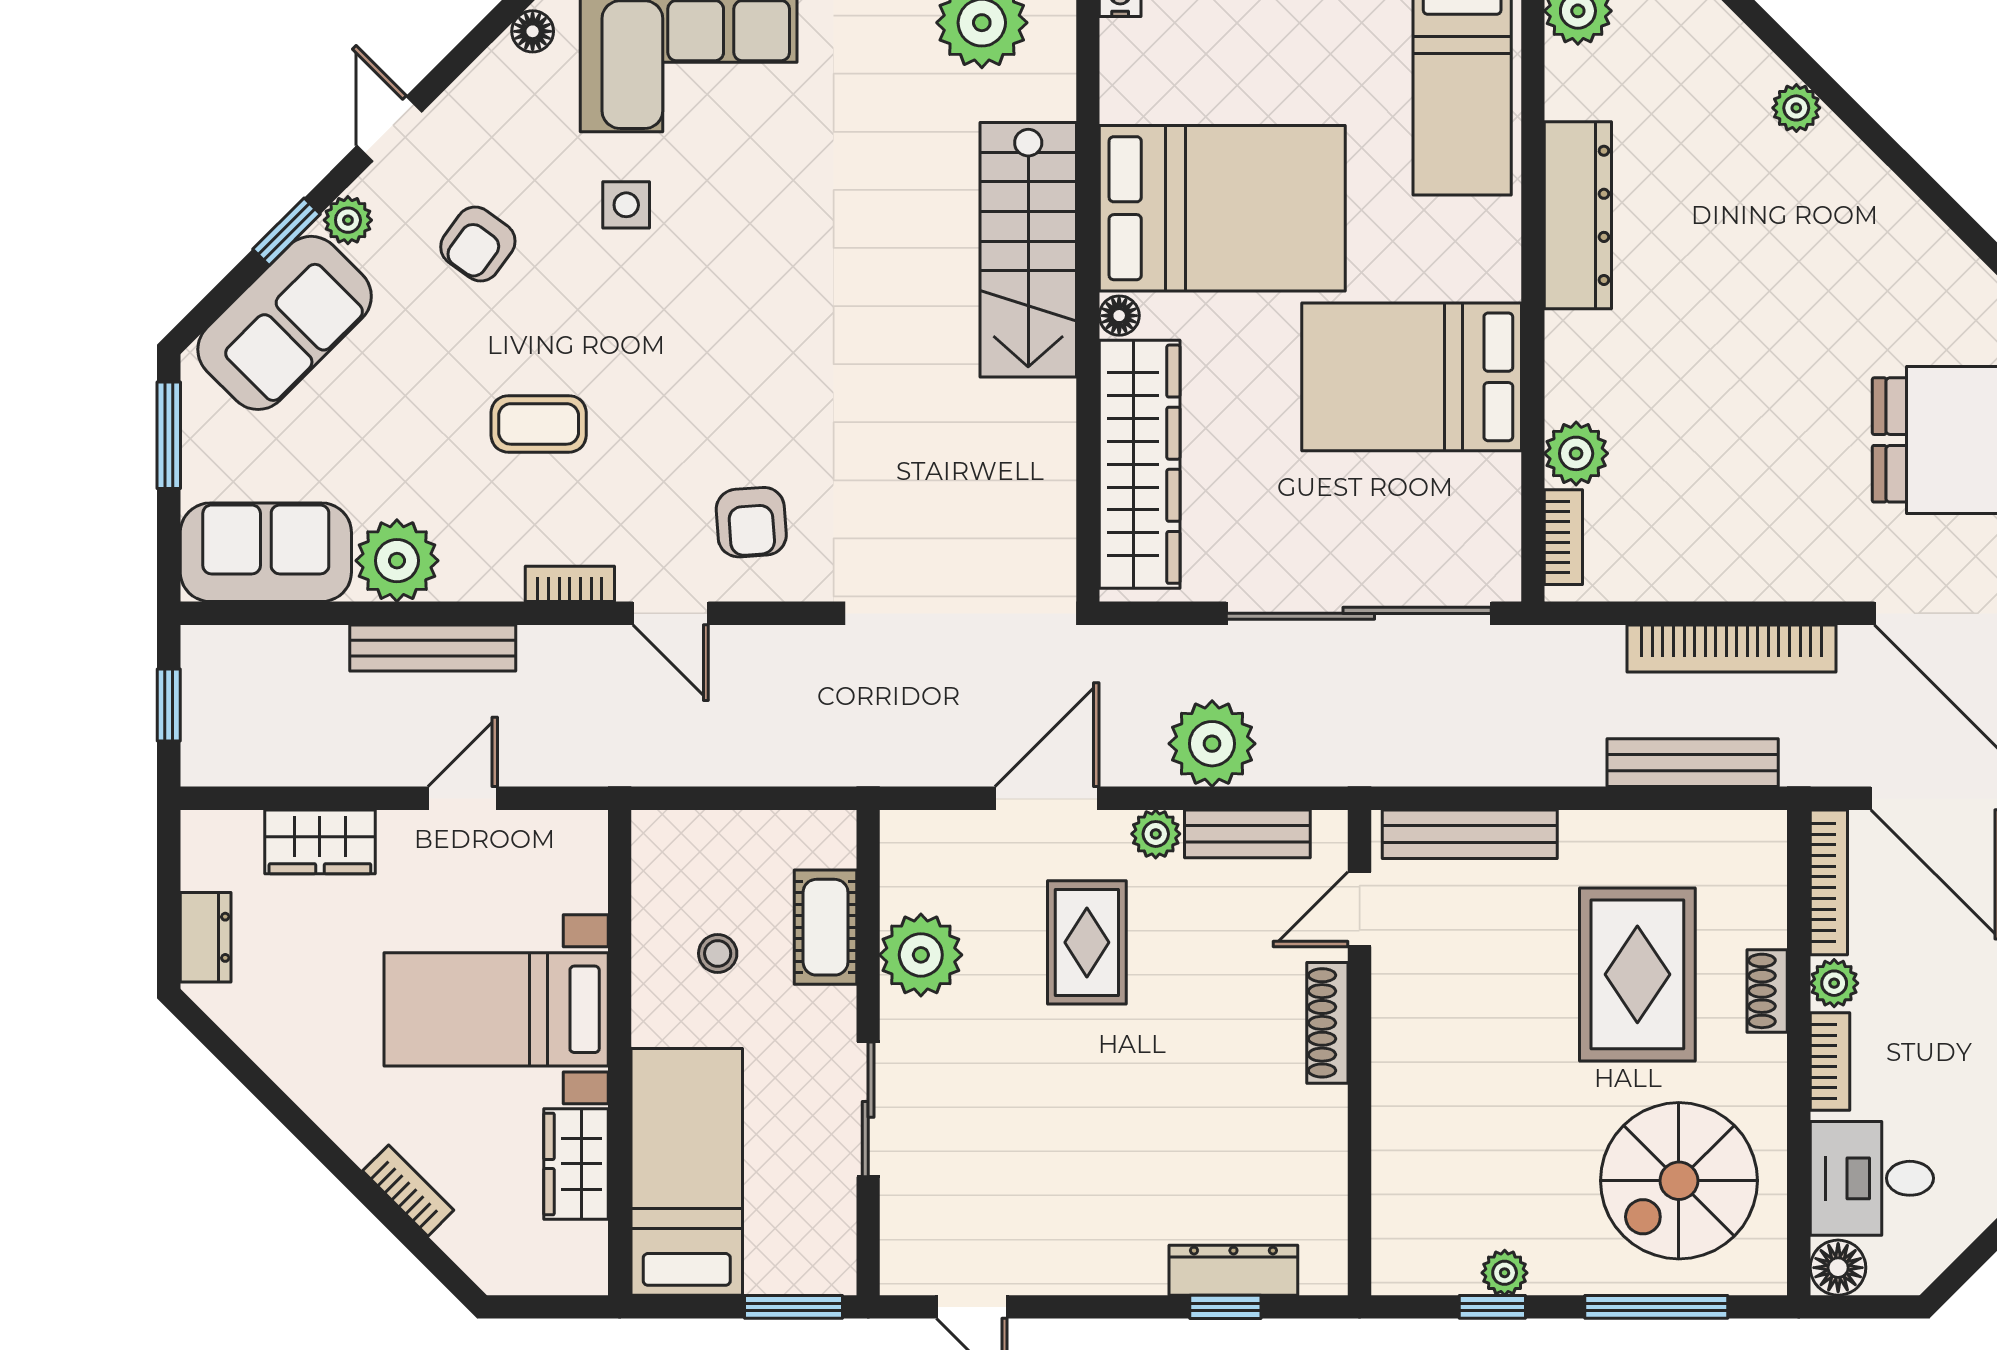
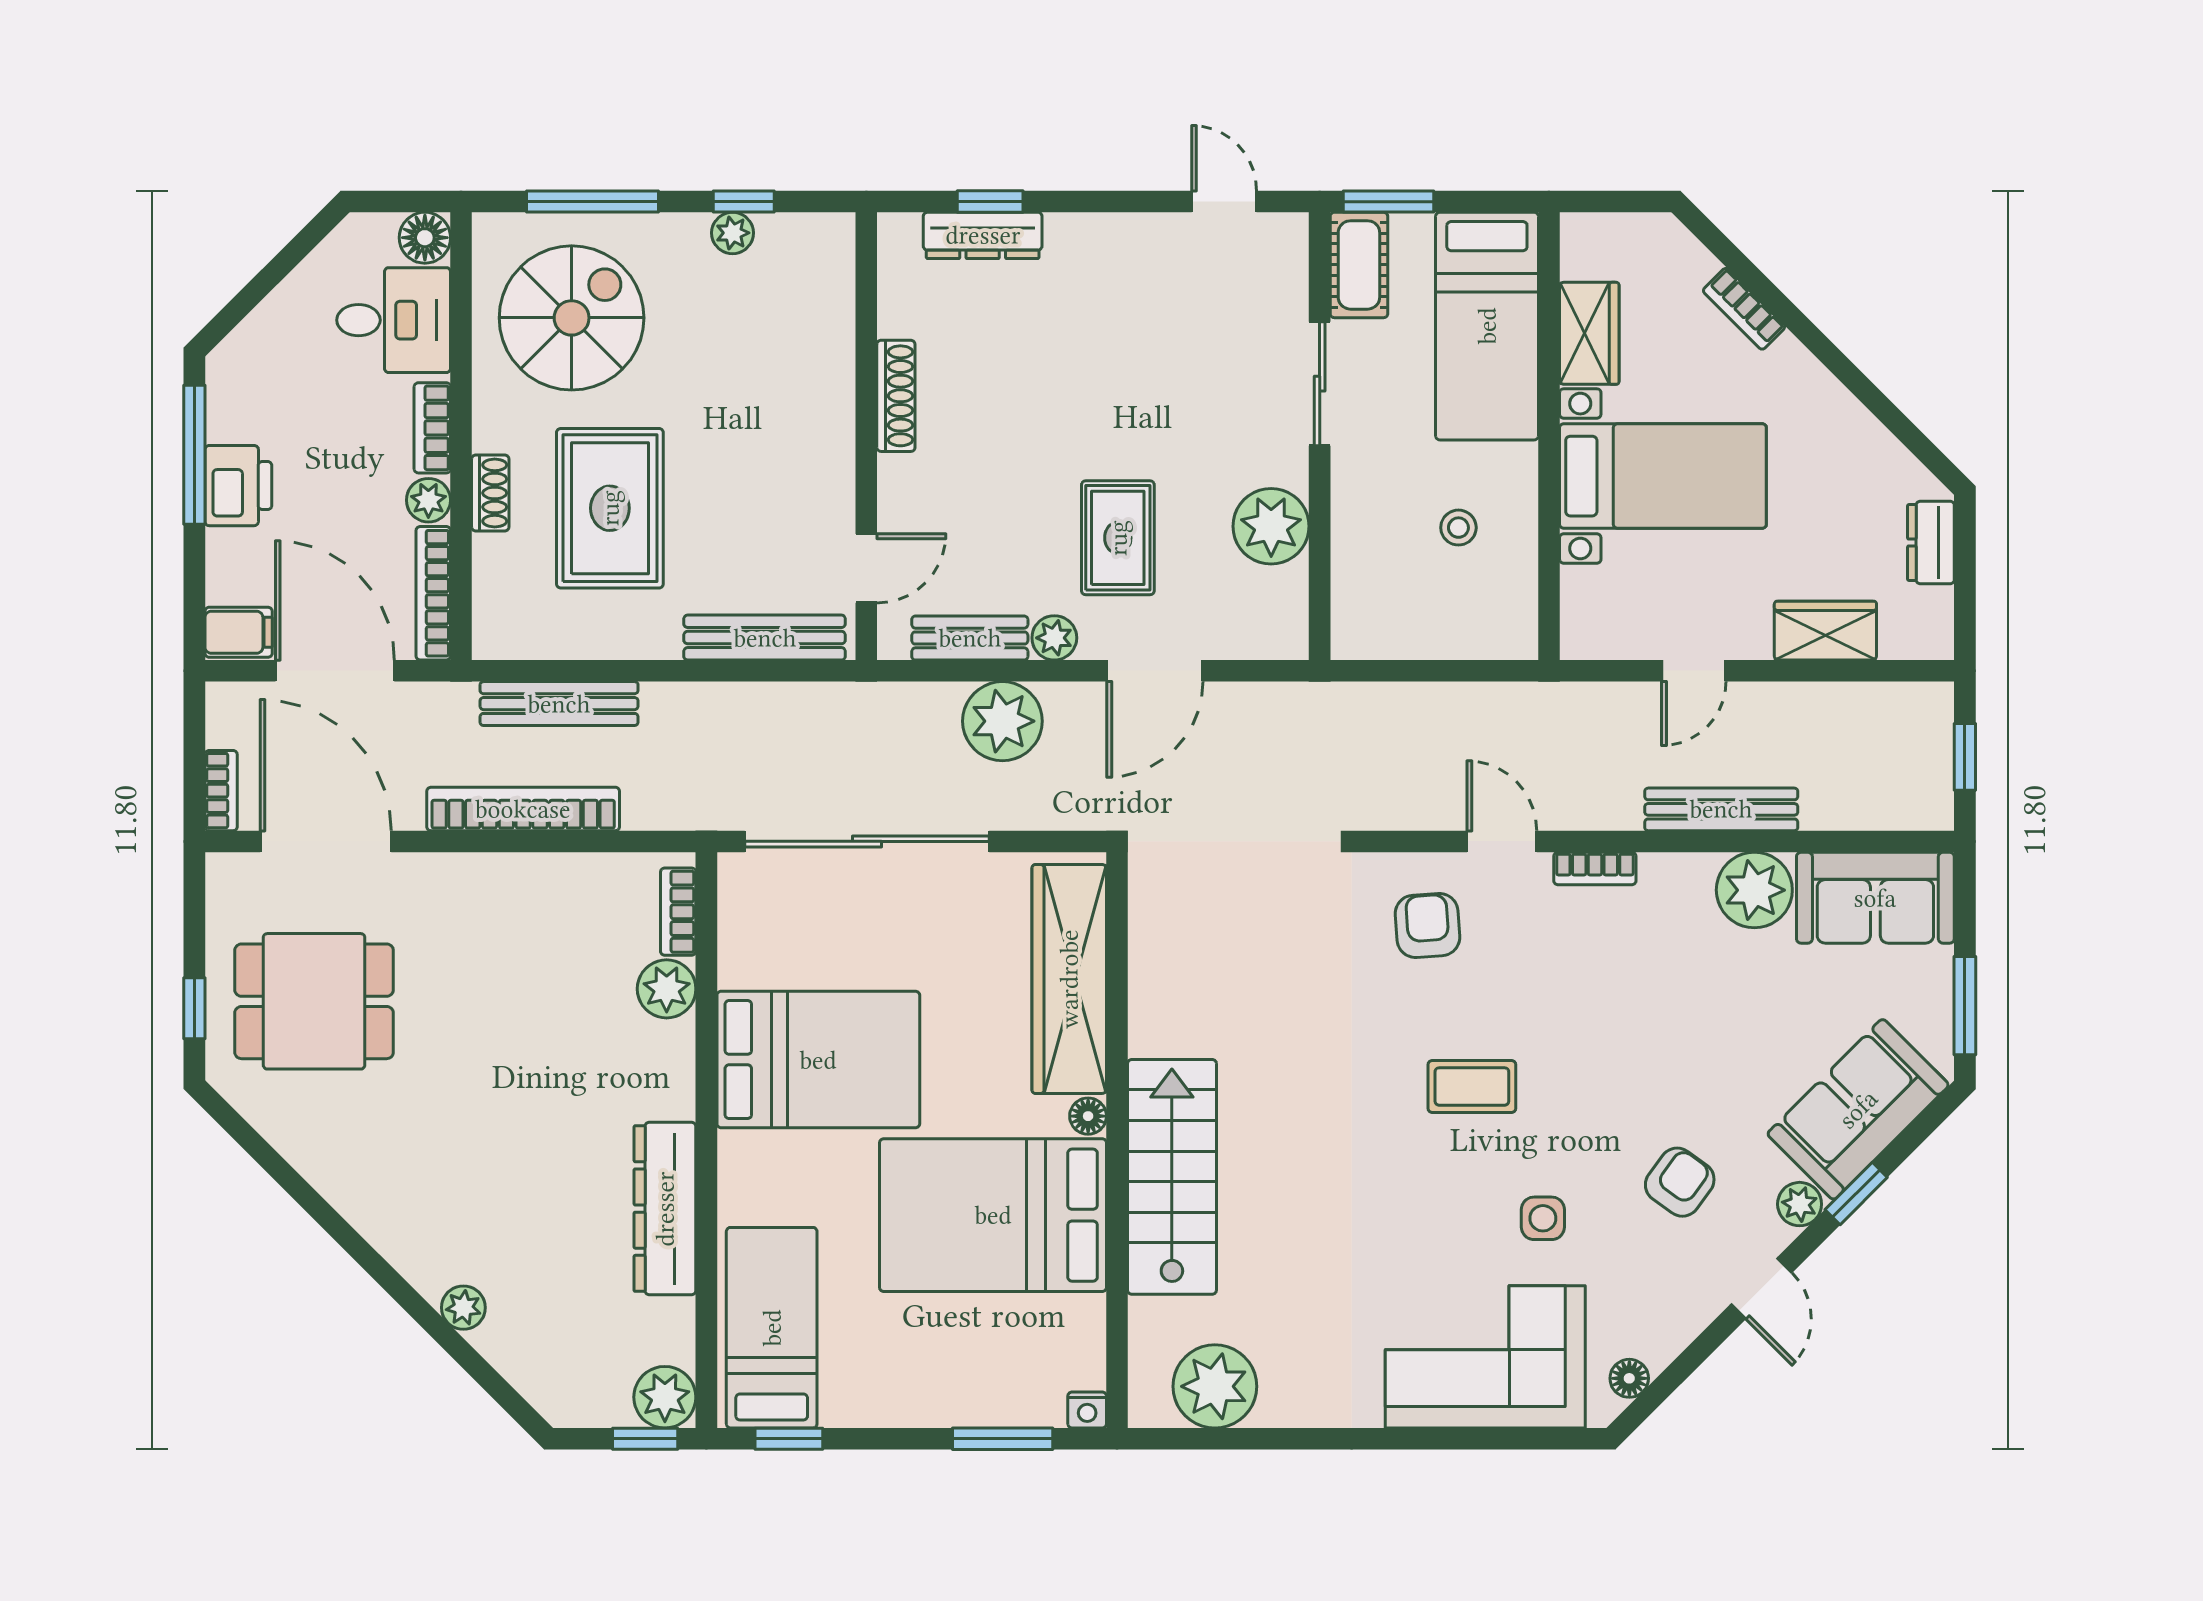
coffee table: (539, 424) -> (1472, 1087), moved
cot: (826, 927) -> (1359, 265), moved
shoe rack: (1327, 1023) -> (896, 396), moved

